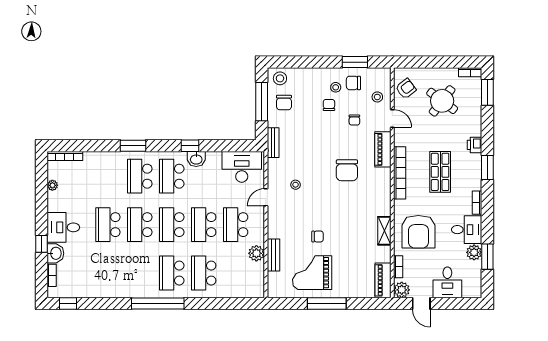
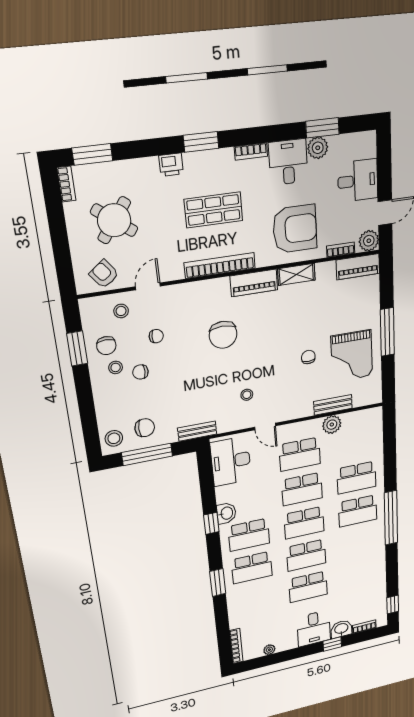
piano: (383, 149) -> (254, 283), moved
chair: (347, 170) -> (223, 335), turned 90

